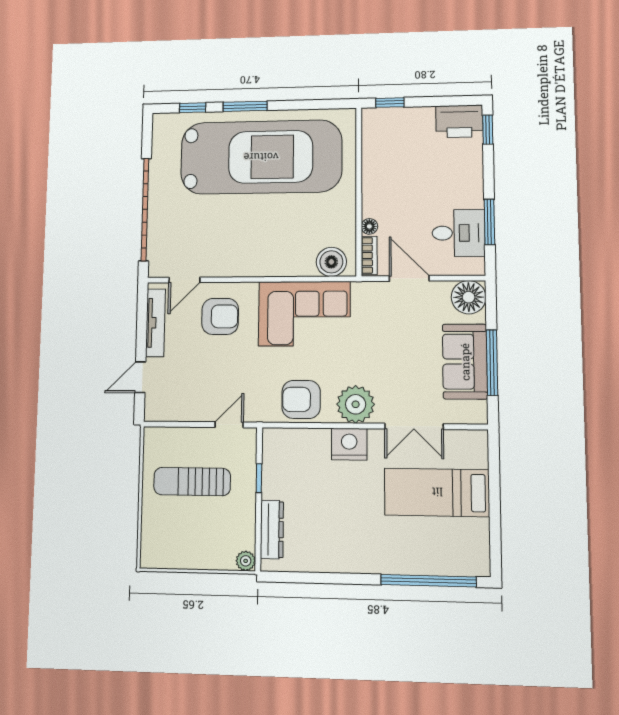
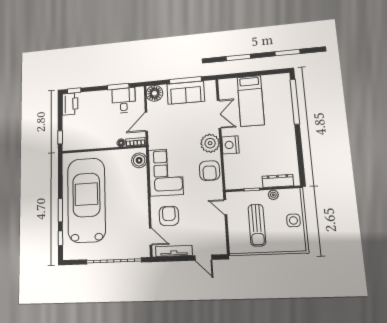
side table: (196, 551) -> (293, 220), added
plant: (246, 561) -> (273, 195), moved

